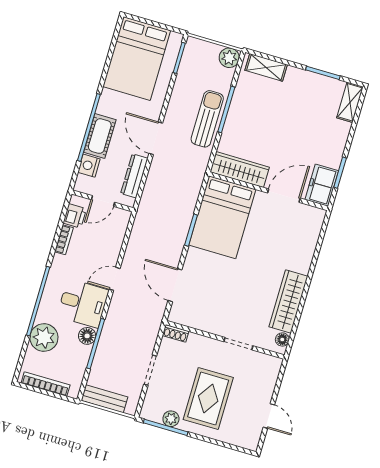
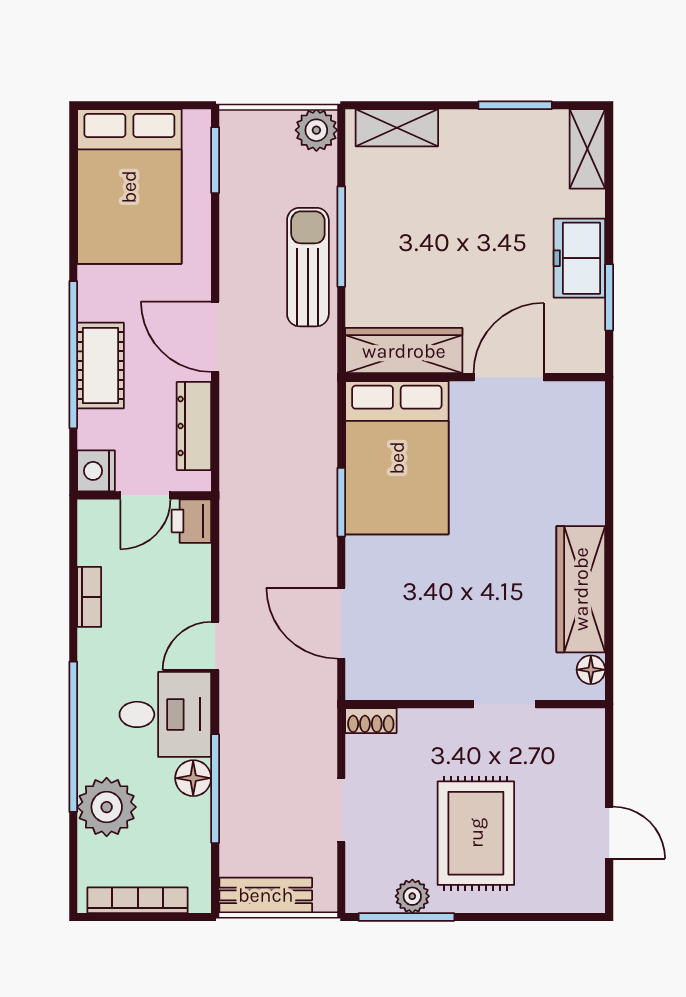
nightstand: (89, 166) -> (96, 471), moved
freezer: (322, 185) -> (579, 258), moved
printer: (75, 216) -> (191, 521), moved, turned 180

